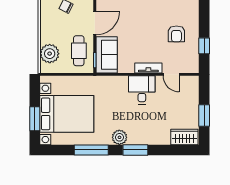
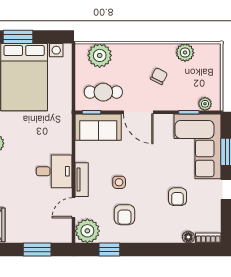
armchair: (176, 34) -> (124, 215), turned -90
side table: (151, 38) -> (119, 182), added
plant: (189, 63) -> (87, 231), added
window: (204, 116) -> (37, 250), moved

